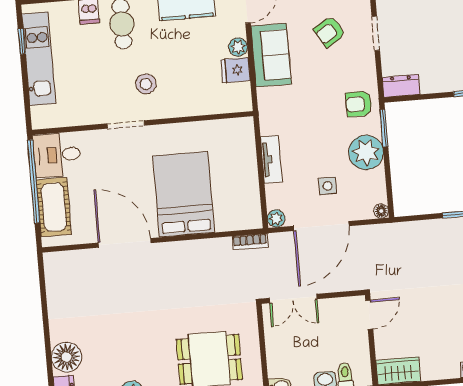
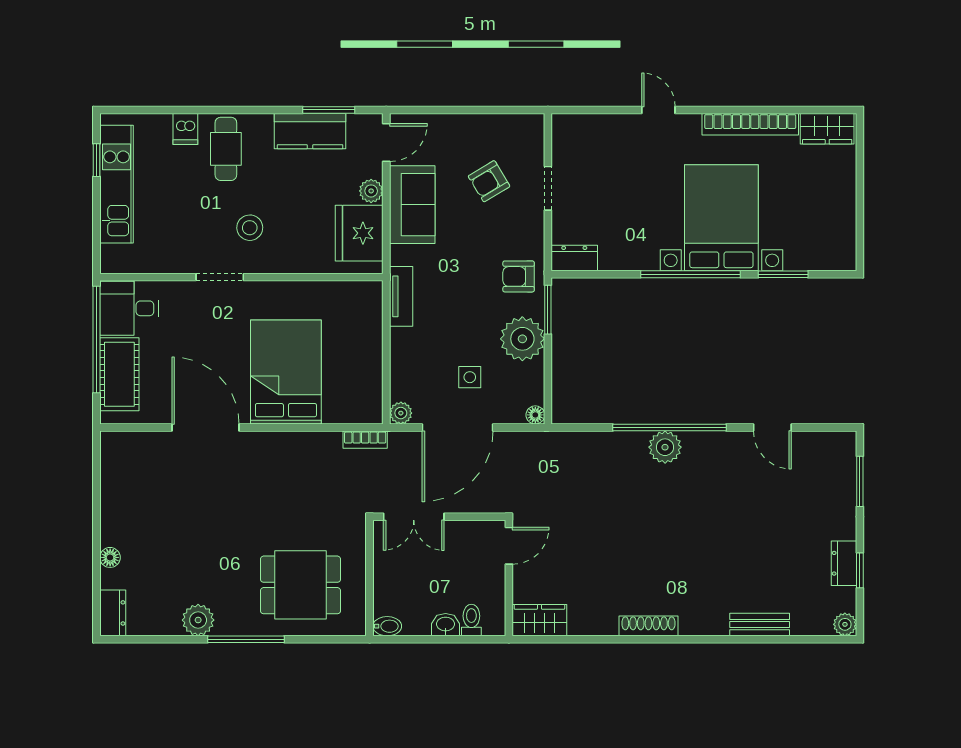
fridge: (235, 70) -> (359, 233), width x1.88, depth x1.34
tv unit: (271, 159) -> (401, 296), moved
floor lamp: (66, 357) -> (110, 557), width x0.53, depth x0.53

